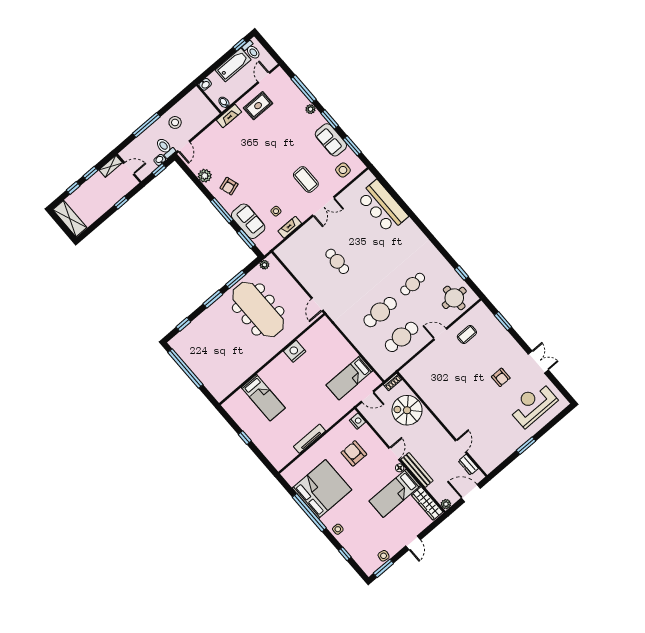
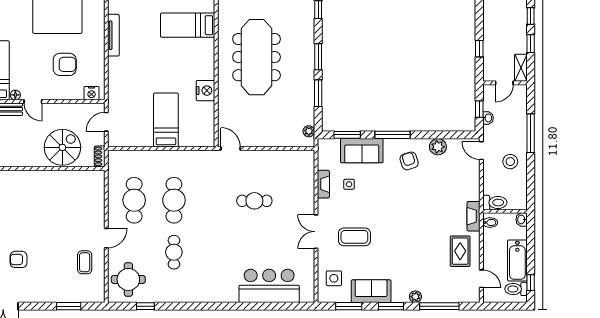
toilet: (165, 148) -> (495, 203), moved
meeting table: (258, 309) -> (257, 57), moved, turned 90
bed: (349, 378) -> (166, 120), moved

